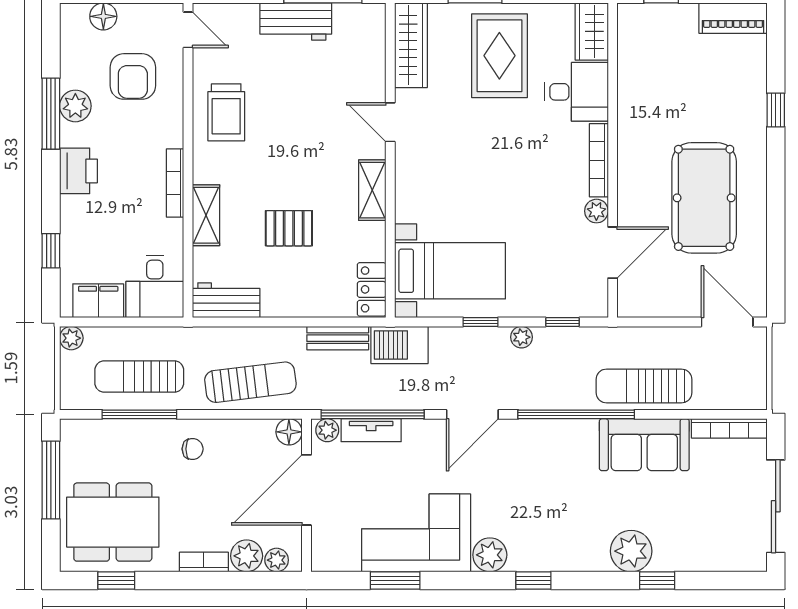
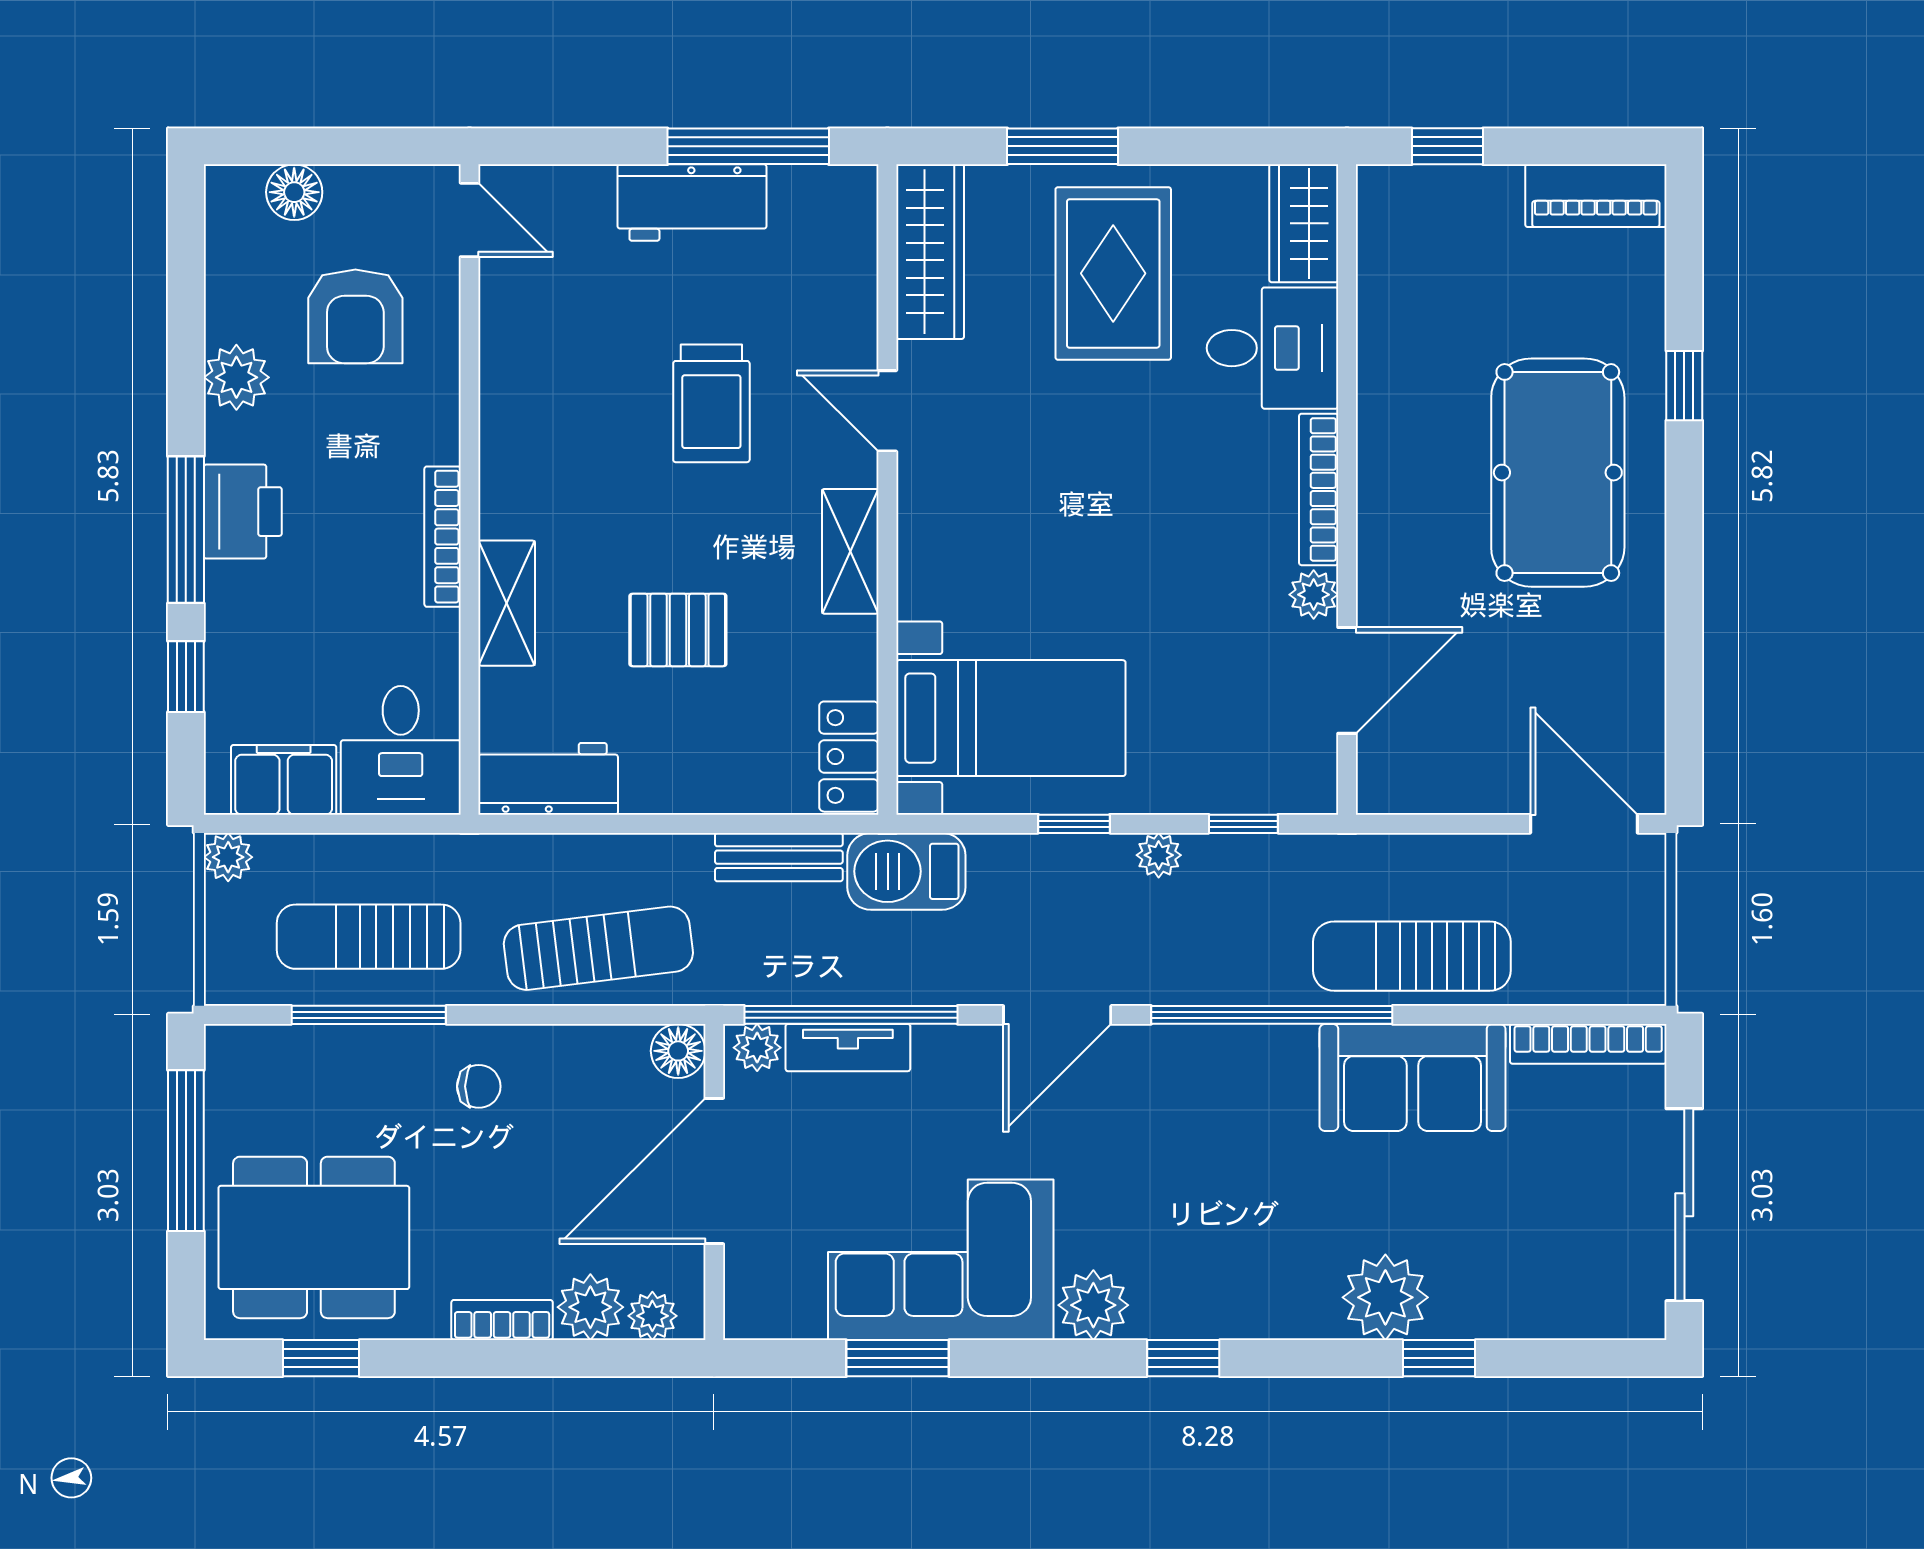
trolley: (226, 112) -> (711, 403), moved
window: (51, 114) -> (186, 530), moved
pool table: (704, 198) -> (1558, 473), moved

